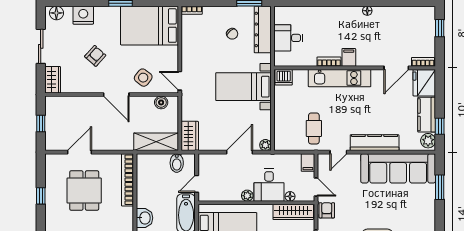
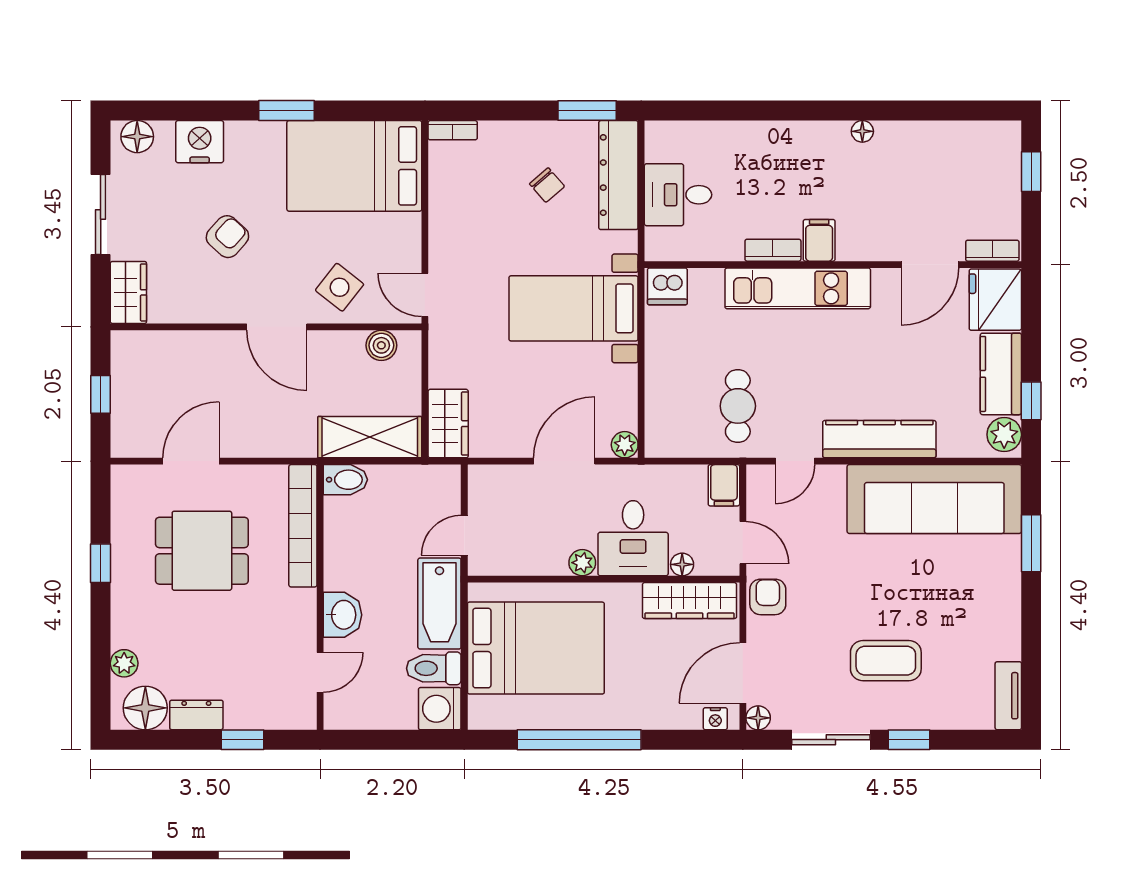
bidet: (177, 163) -> (345, 480), moved, turned -90
dining table: (84, 190) -> (202, 551), turned 90

